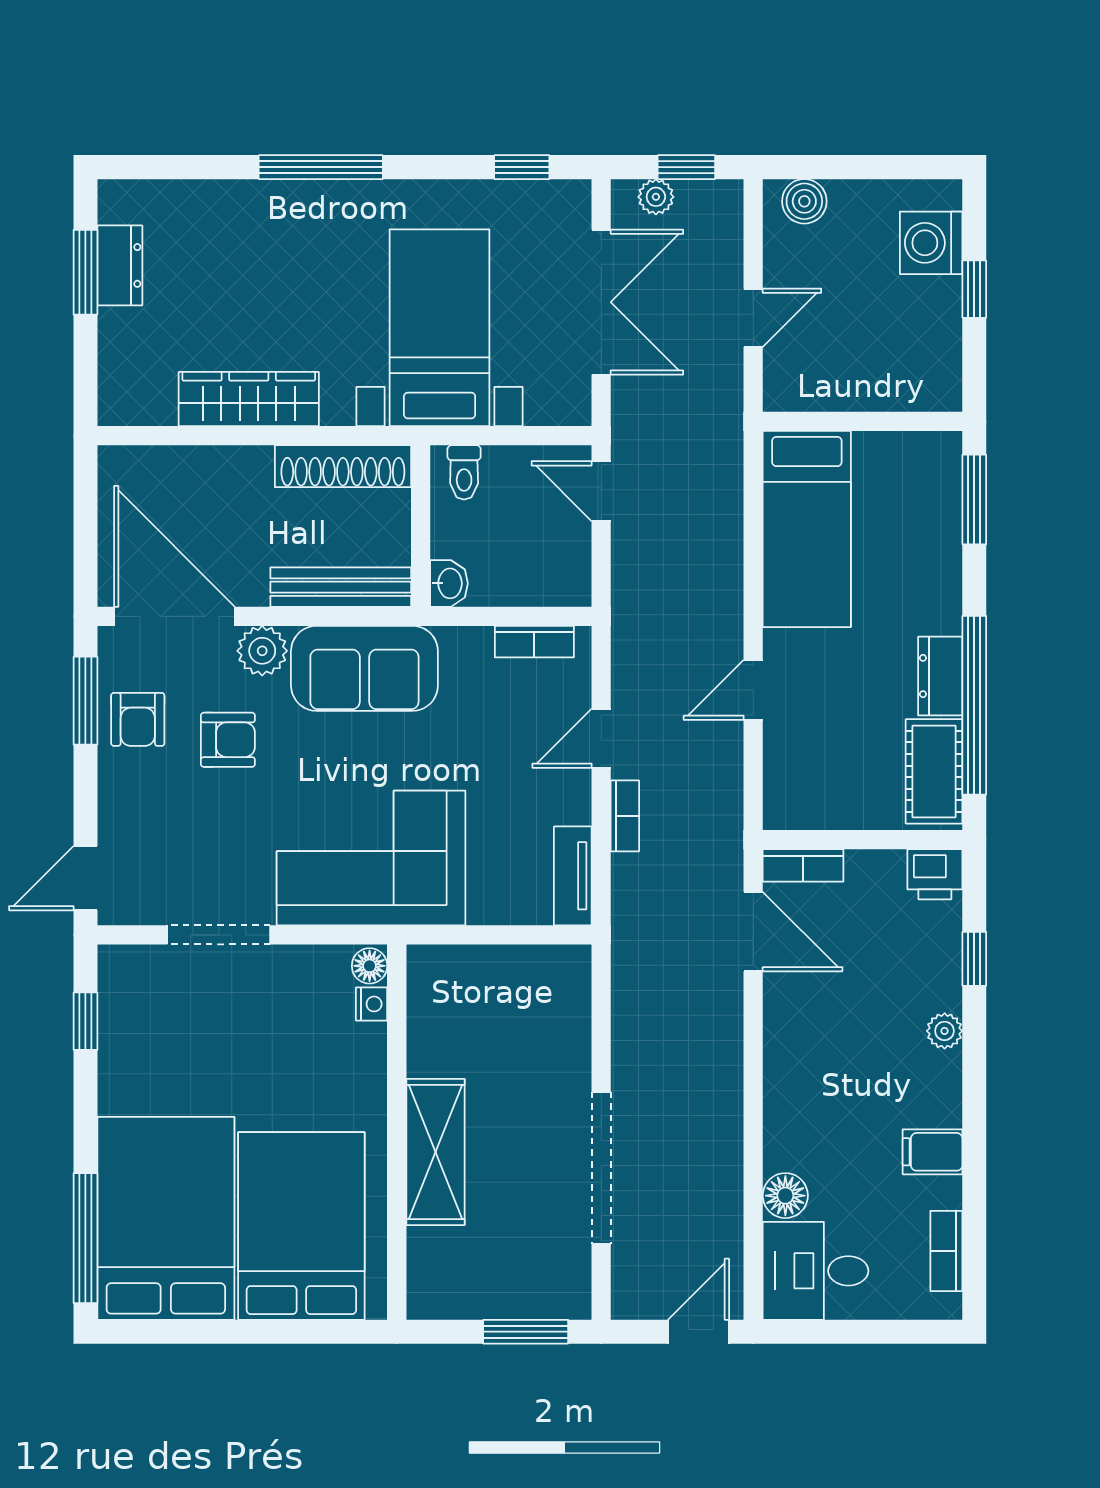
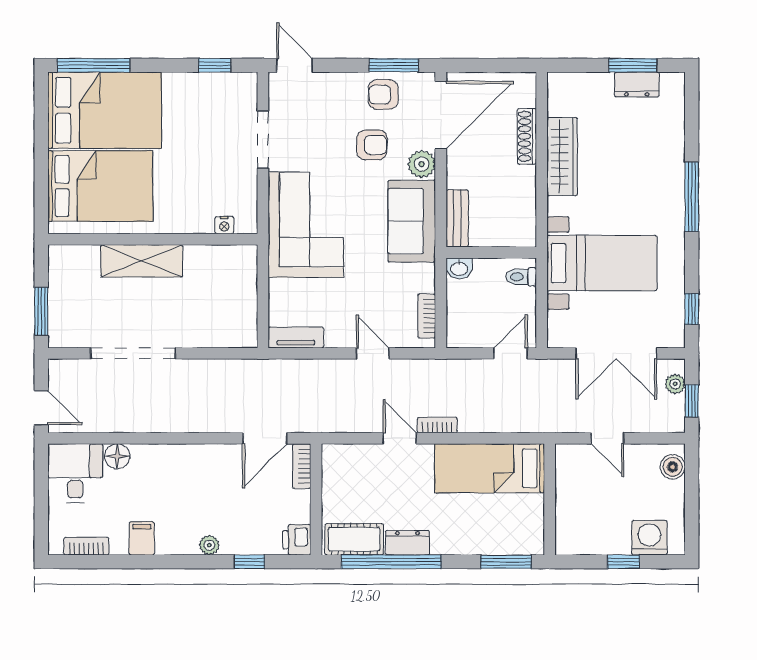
shoe rack: (343, 466) -> (527, 136), moved, width x0.74, depth x0.81
bench: (341, 587) -> (457, 218), width x0.73
armchair: (228, 740) -> (372, 145), turned -90
bookcase: (625, 816) -> (437, 425), moved, turned 180
floor lamp: (370, 966) -> (246, 224), removed

